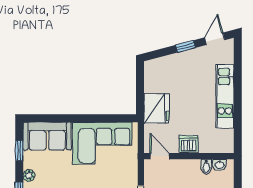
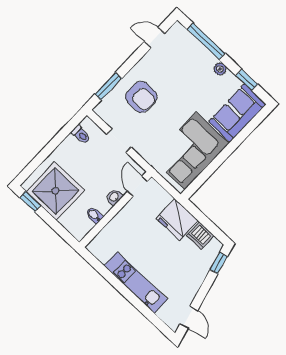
window: (186, 46) -> (219, 263), moved
dishwasher: (189, 144) -> (200, 236), moved, turned 90
door: (160, 156) -> (137, 186), swing flipped
washbasin: (220, 165) -> (114, 197), moved

